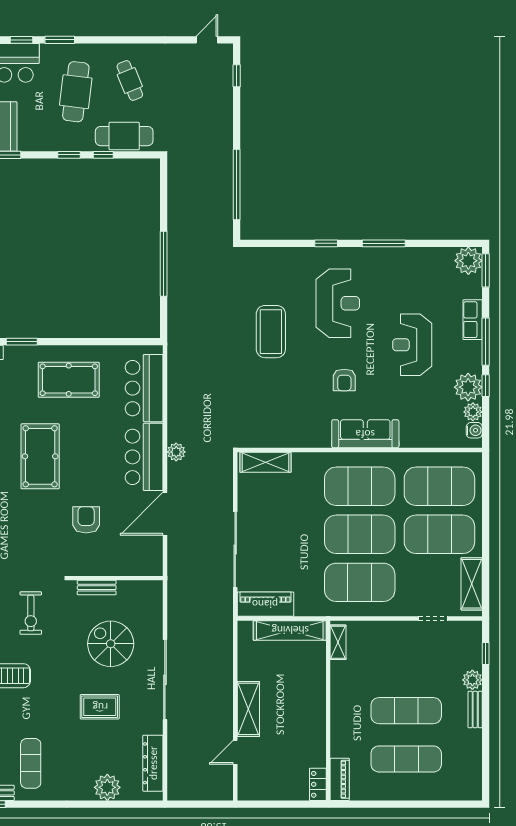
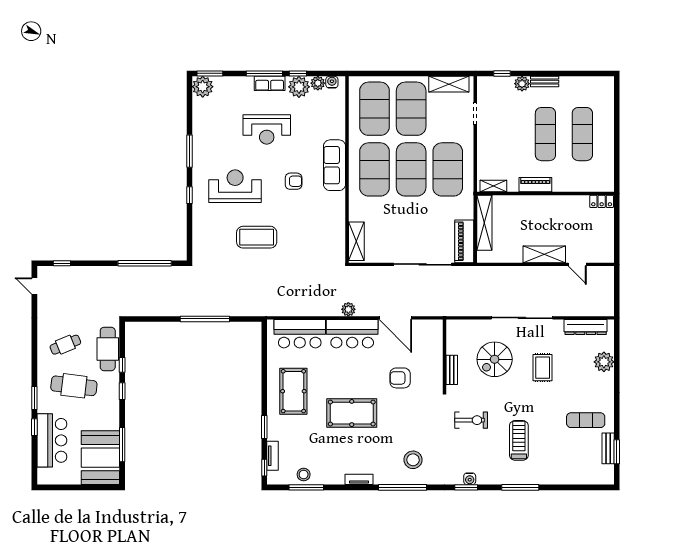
row of seats: (473, 320) -> (270, 83), moved
piano: (340, 779) -> (535, 185), moved

